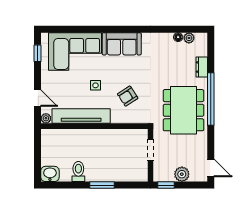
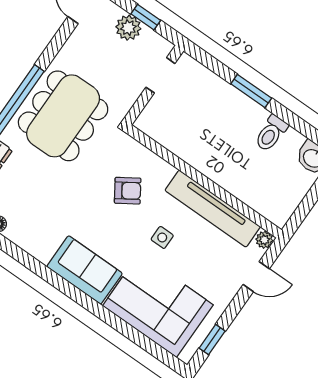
door: (37, 98) -> (256, 277), swing flipped
doorway: (151, 150) -> (160, 75), moved
window: (166, 185) -> (146, 17), moved

